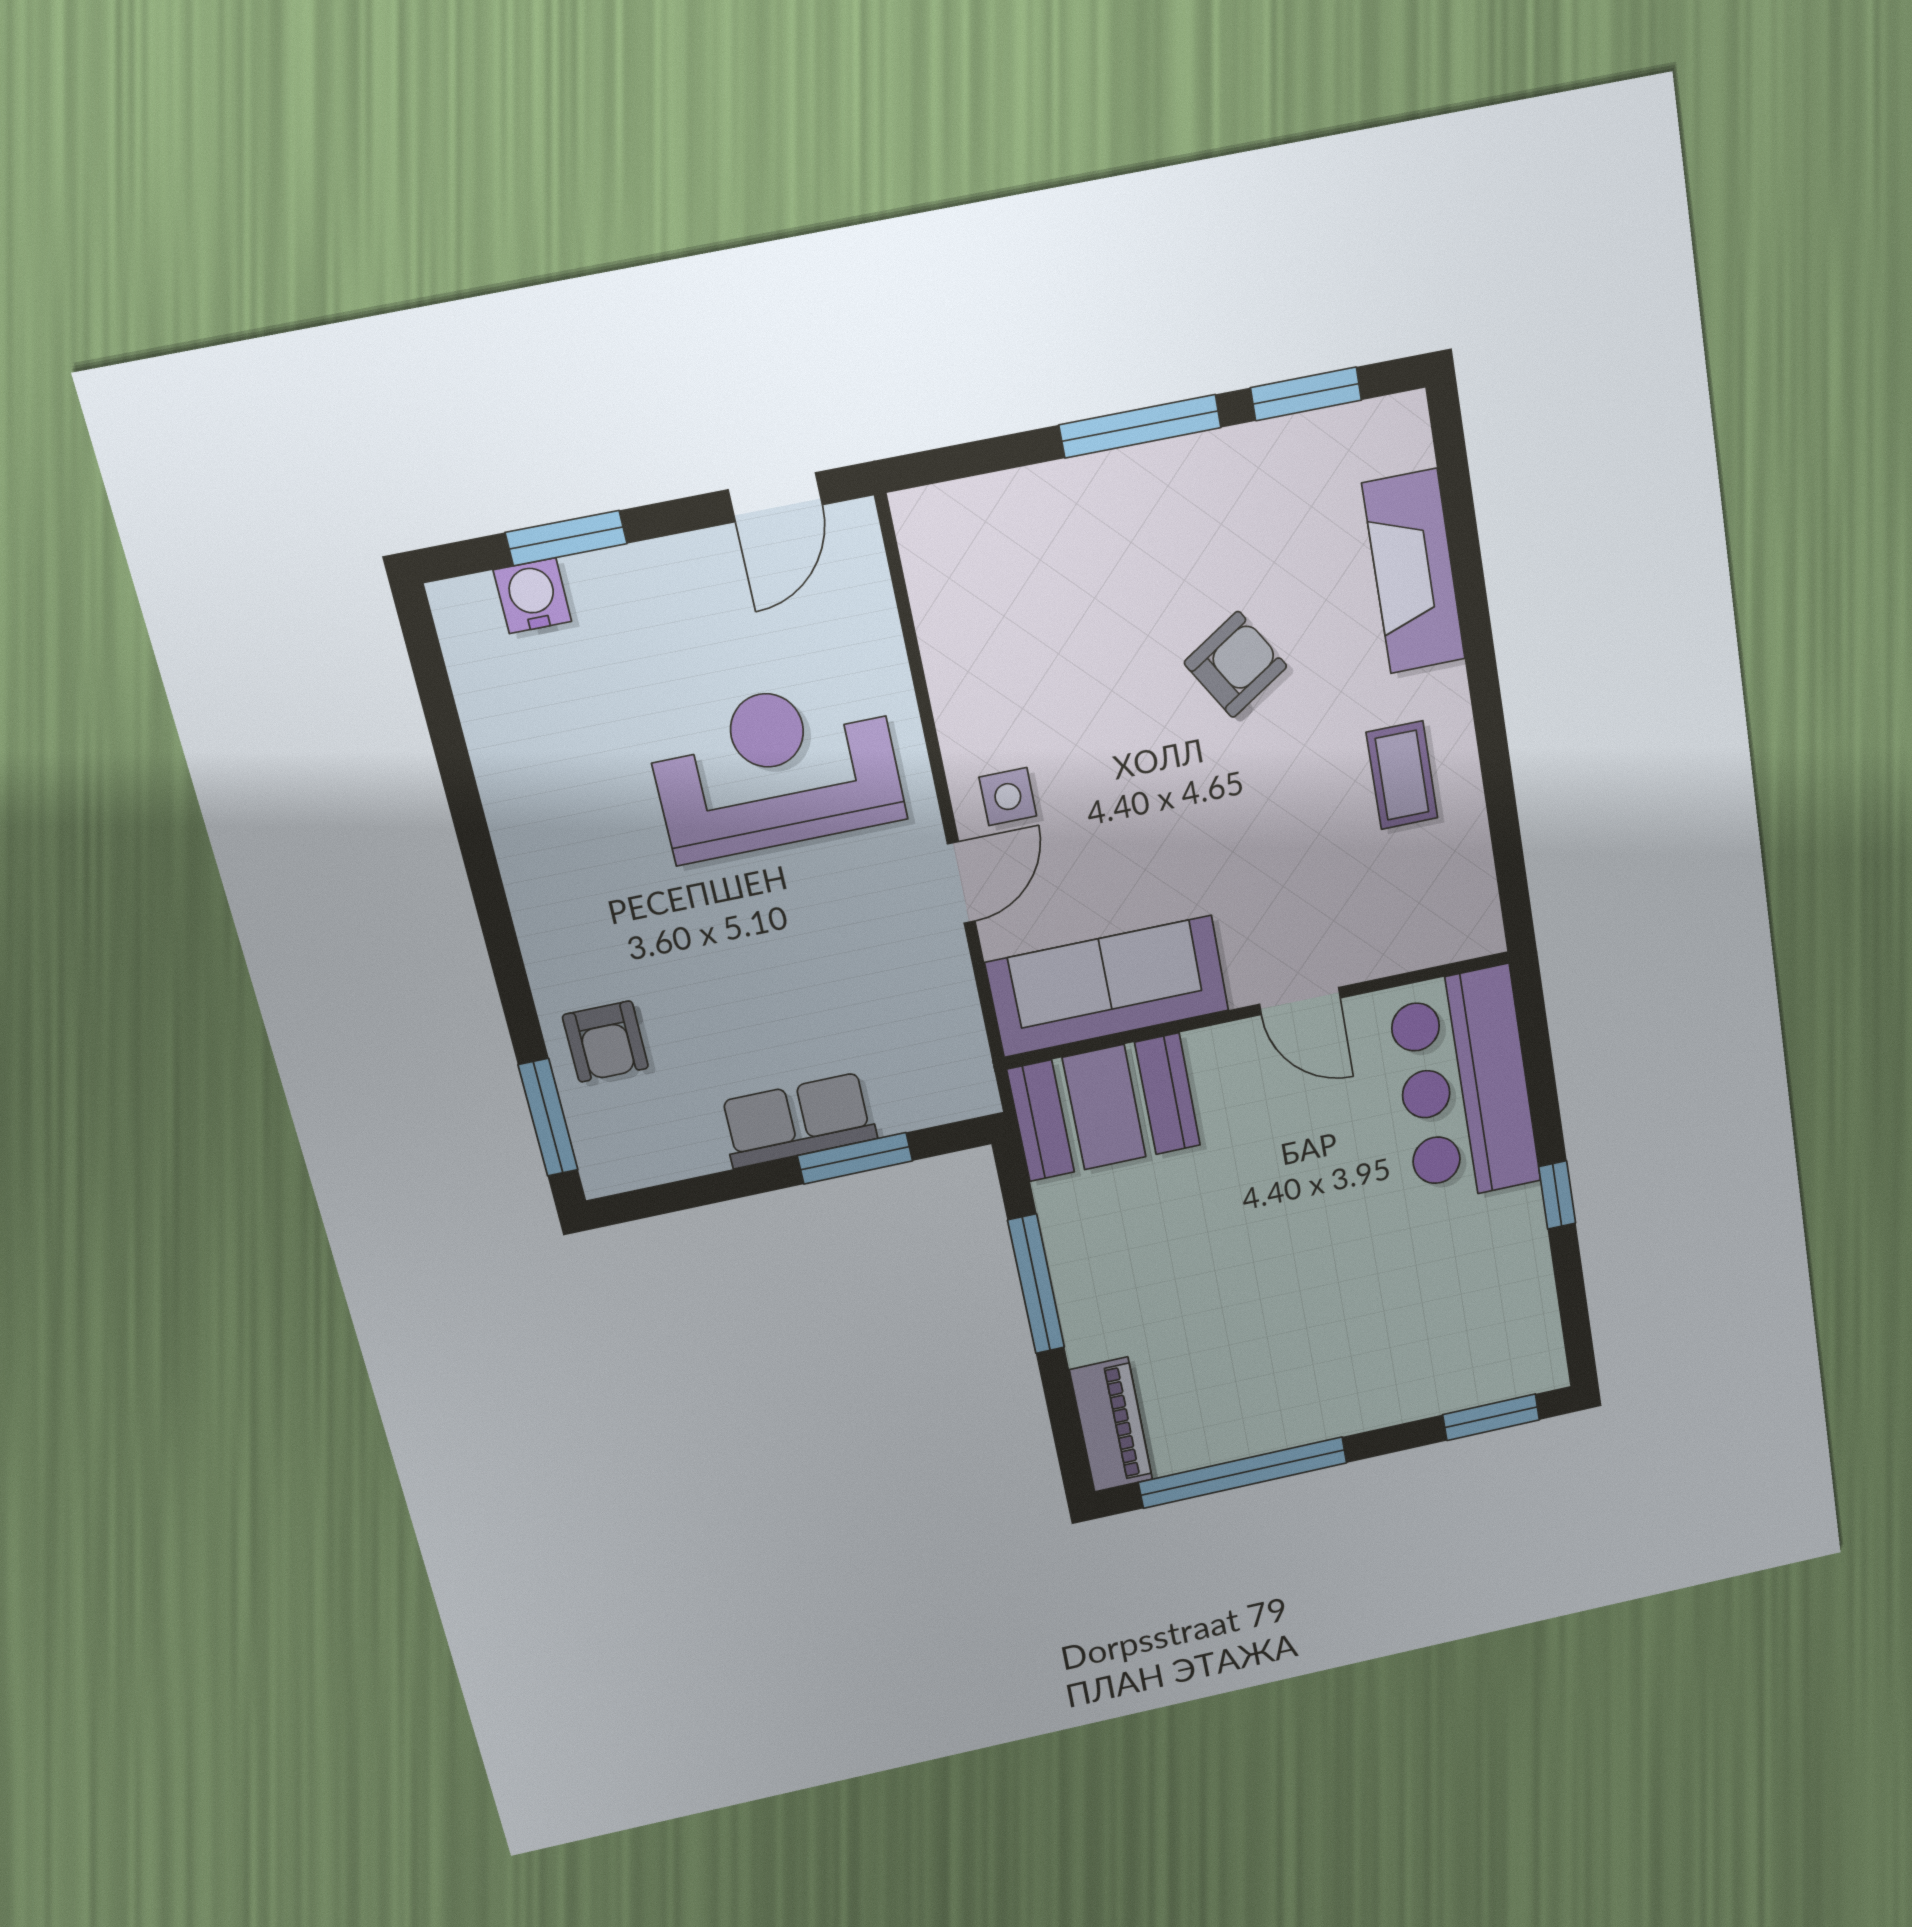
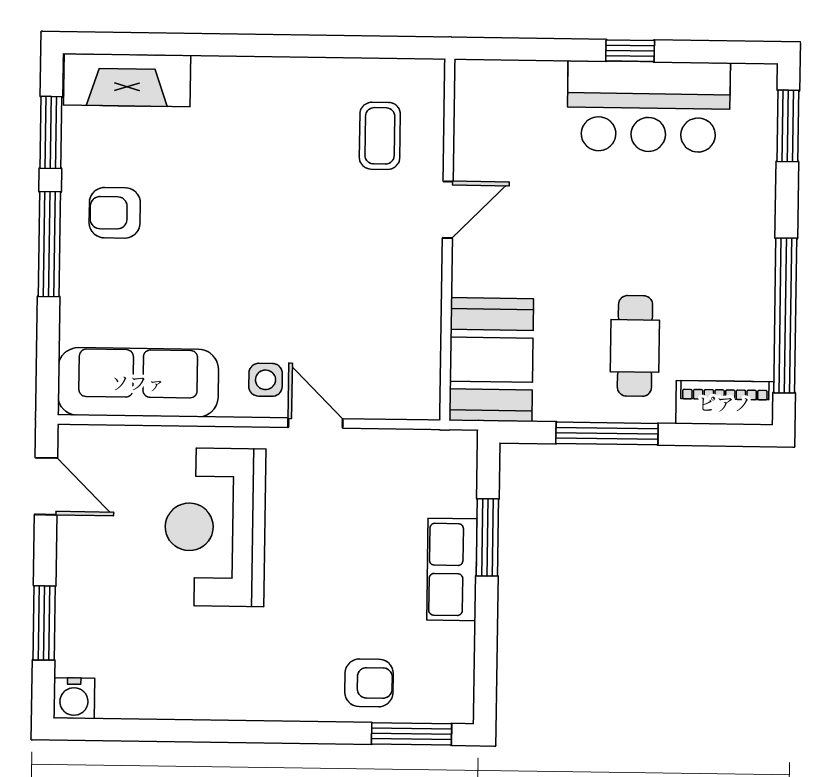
fireplace: (1414, 572) -> (127, 80), moved
water cooler: (532, 596) -> (74, 698), moved, turned -90
armchair: (1235, 665) -> (115, 213), moved, turned -58
coffee table: (1402, 775) -> (380, 136), moved, turned 90
sofa: (1107, 986) -> (138, 382), moved, turned 90
bar counter: (1464, 1086) -> (649, 106), moved
cafe table: (1163, 1293) -> (635, 346), added

